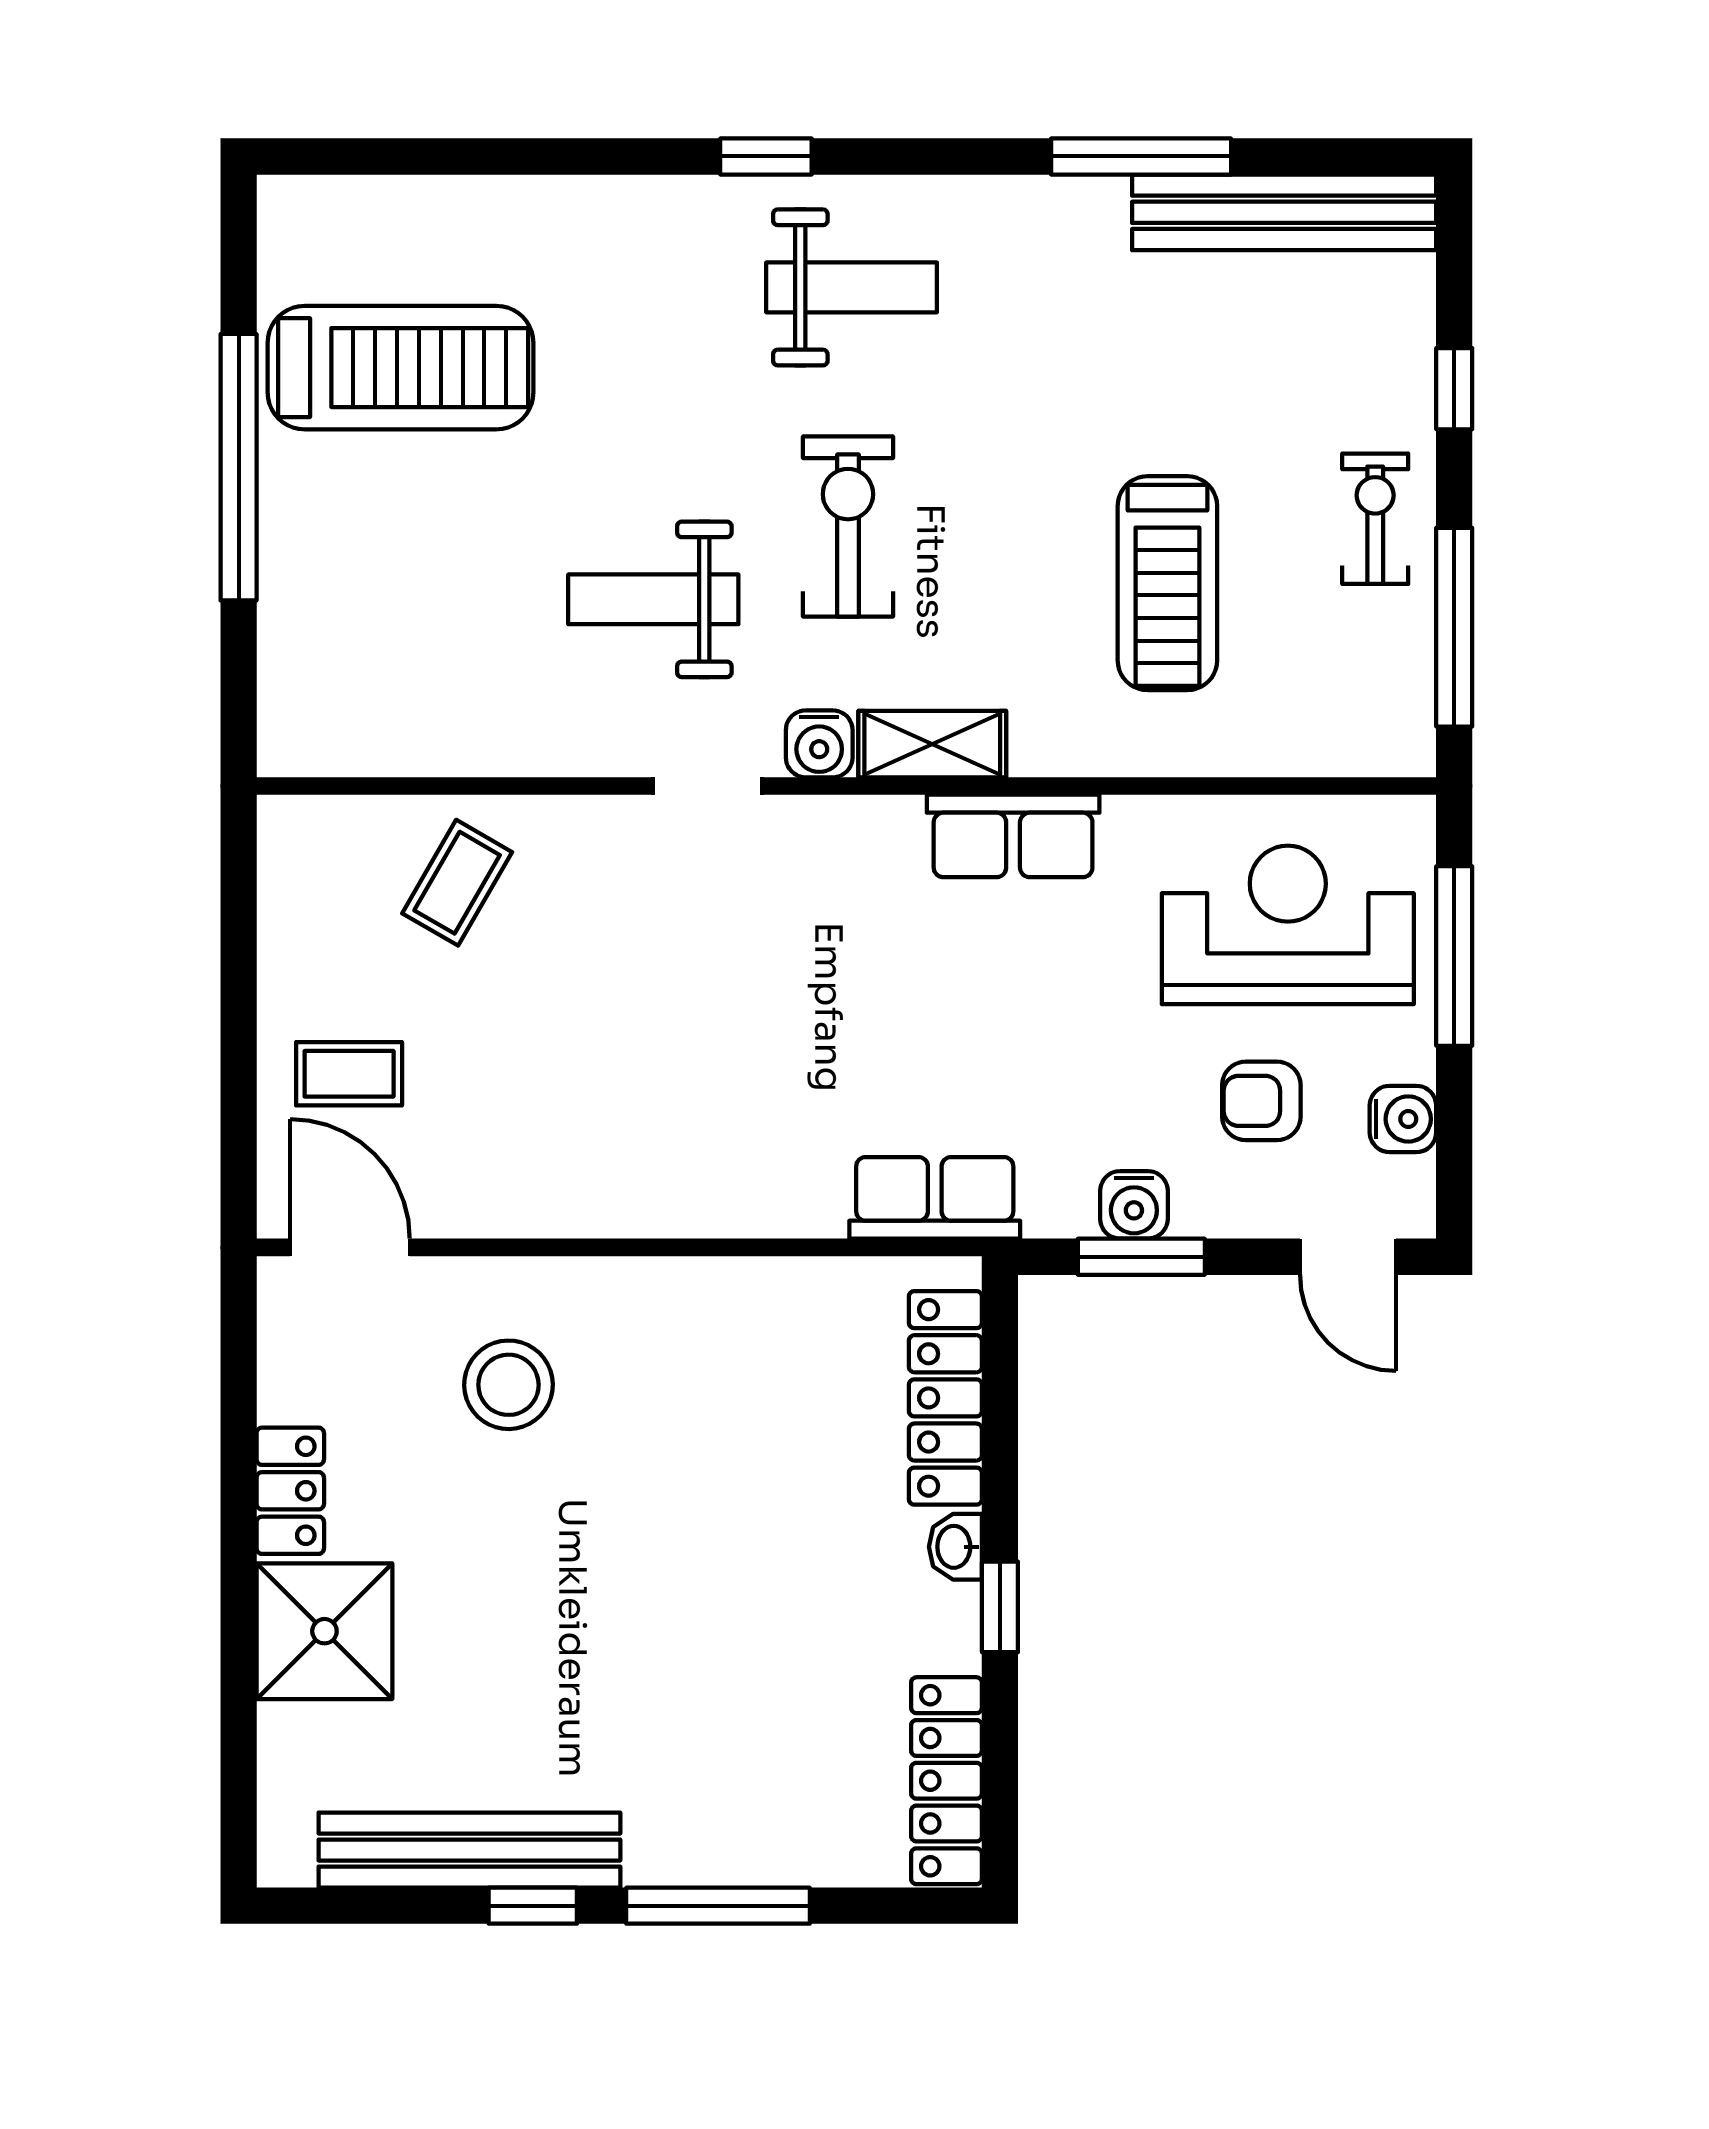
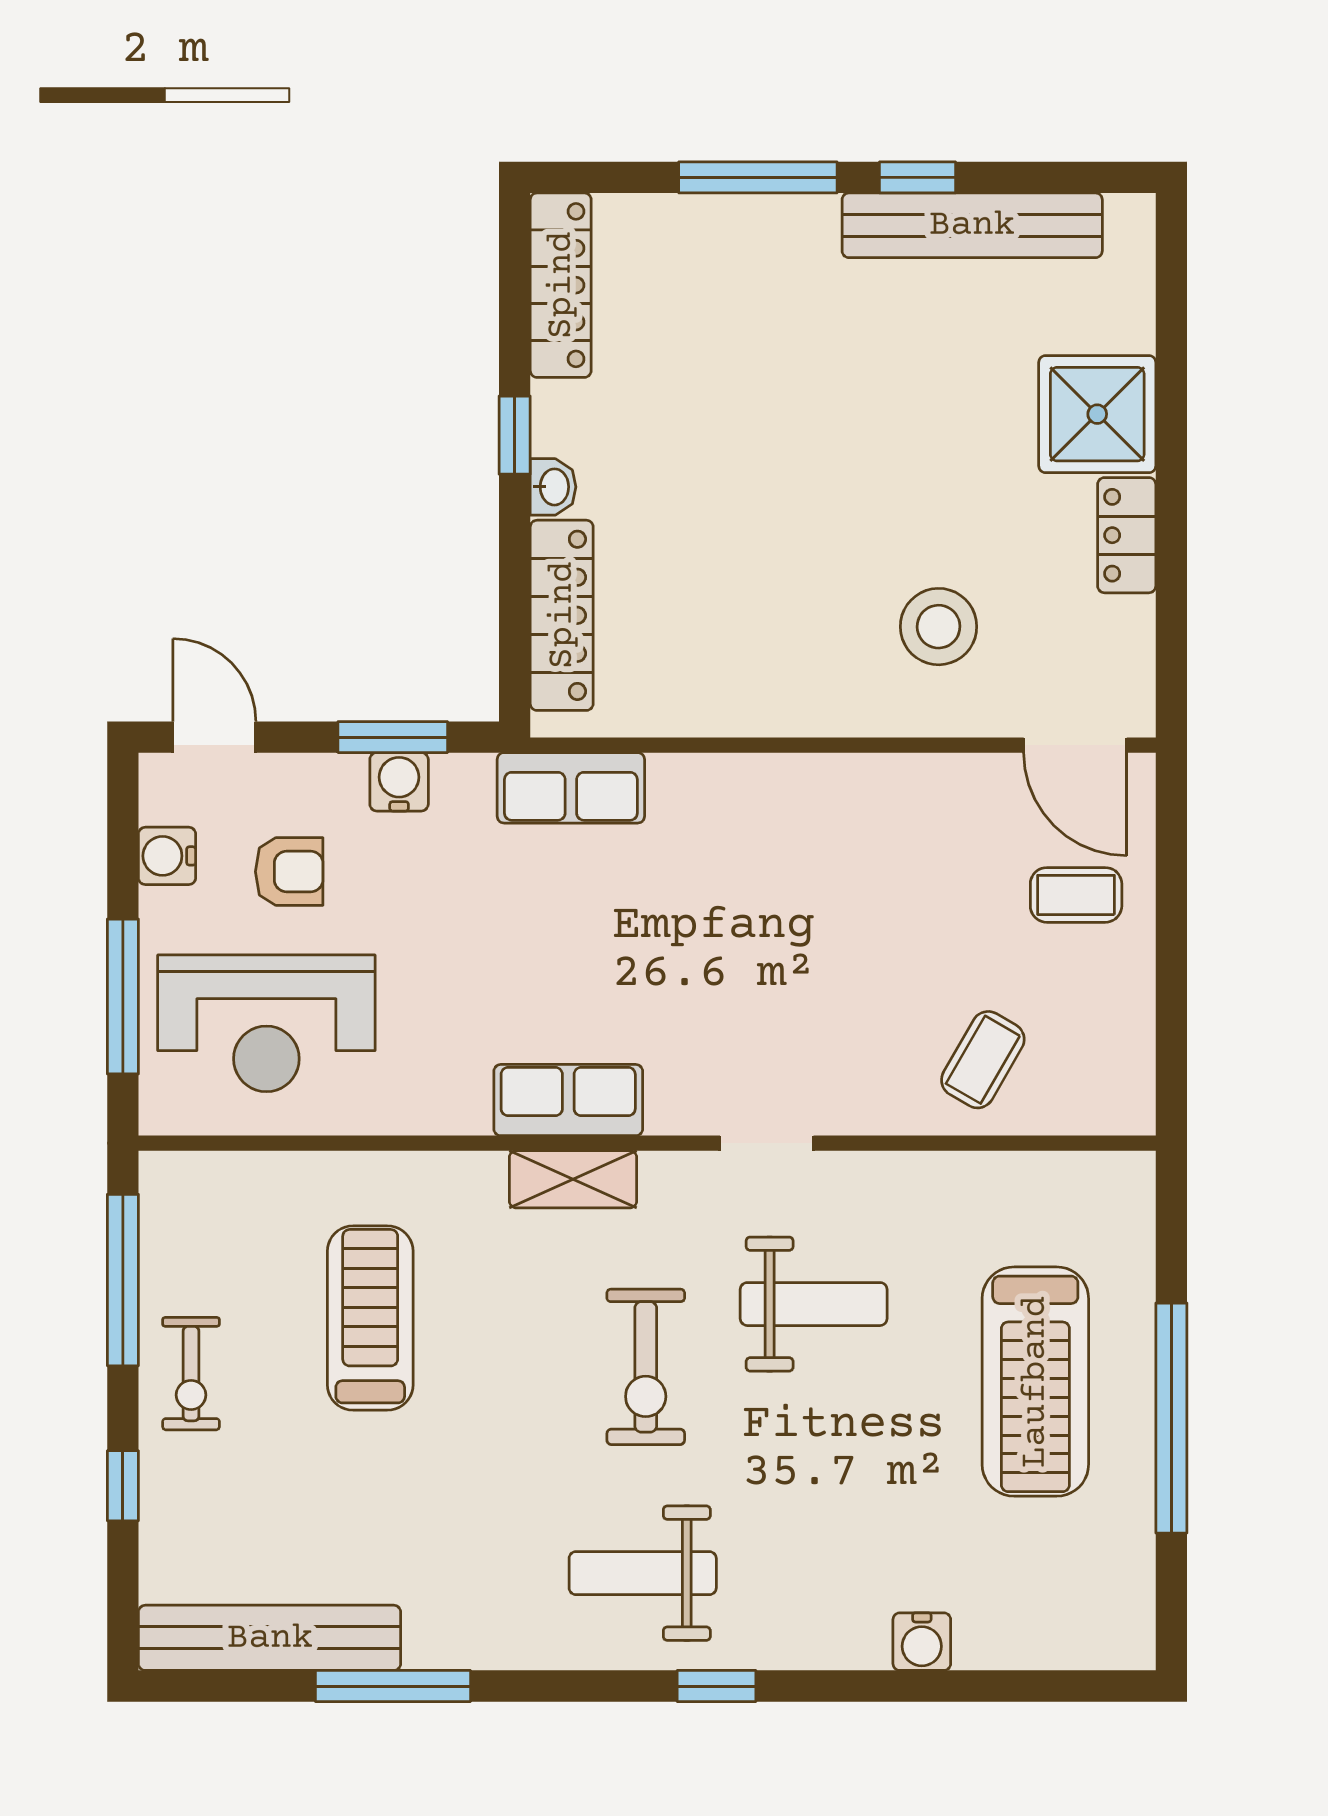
treadmill: (400, 368) -> (1035, 1382), moved, turned -90
water cooler: (819, 744) -> (922, 1642), moved, turned 180
row of seats: (1013, 836) -> (568, 1100), moved

